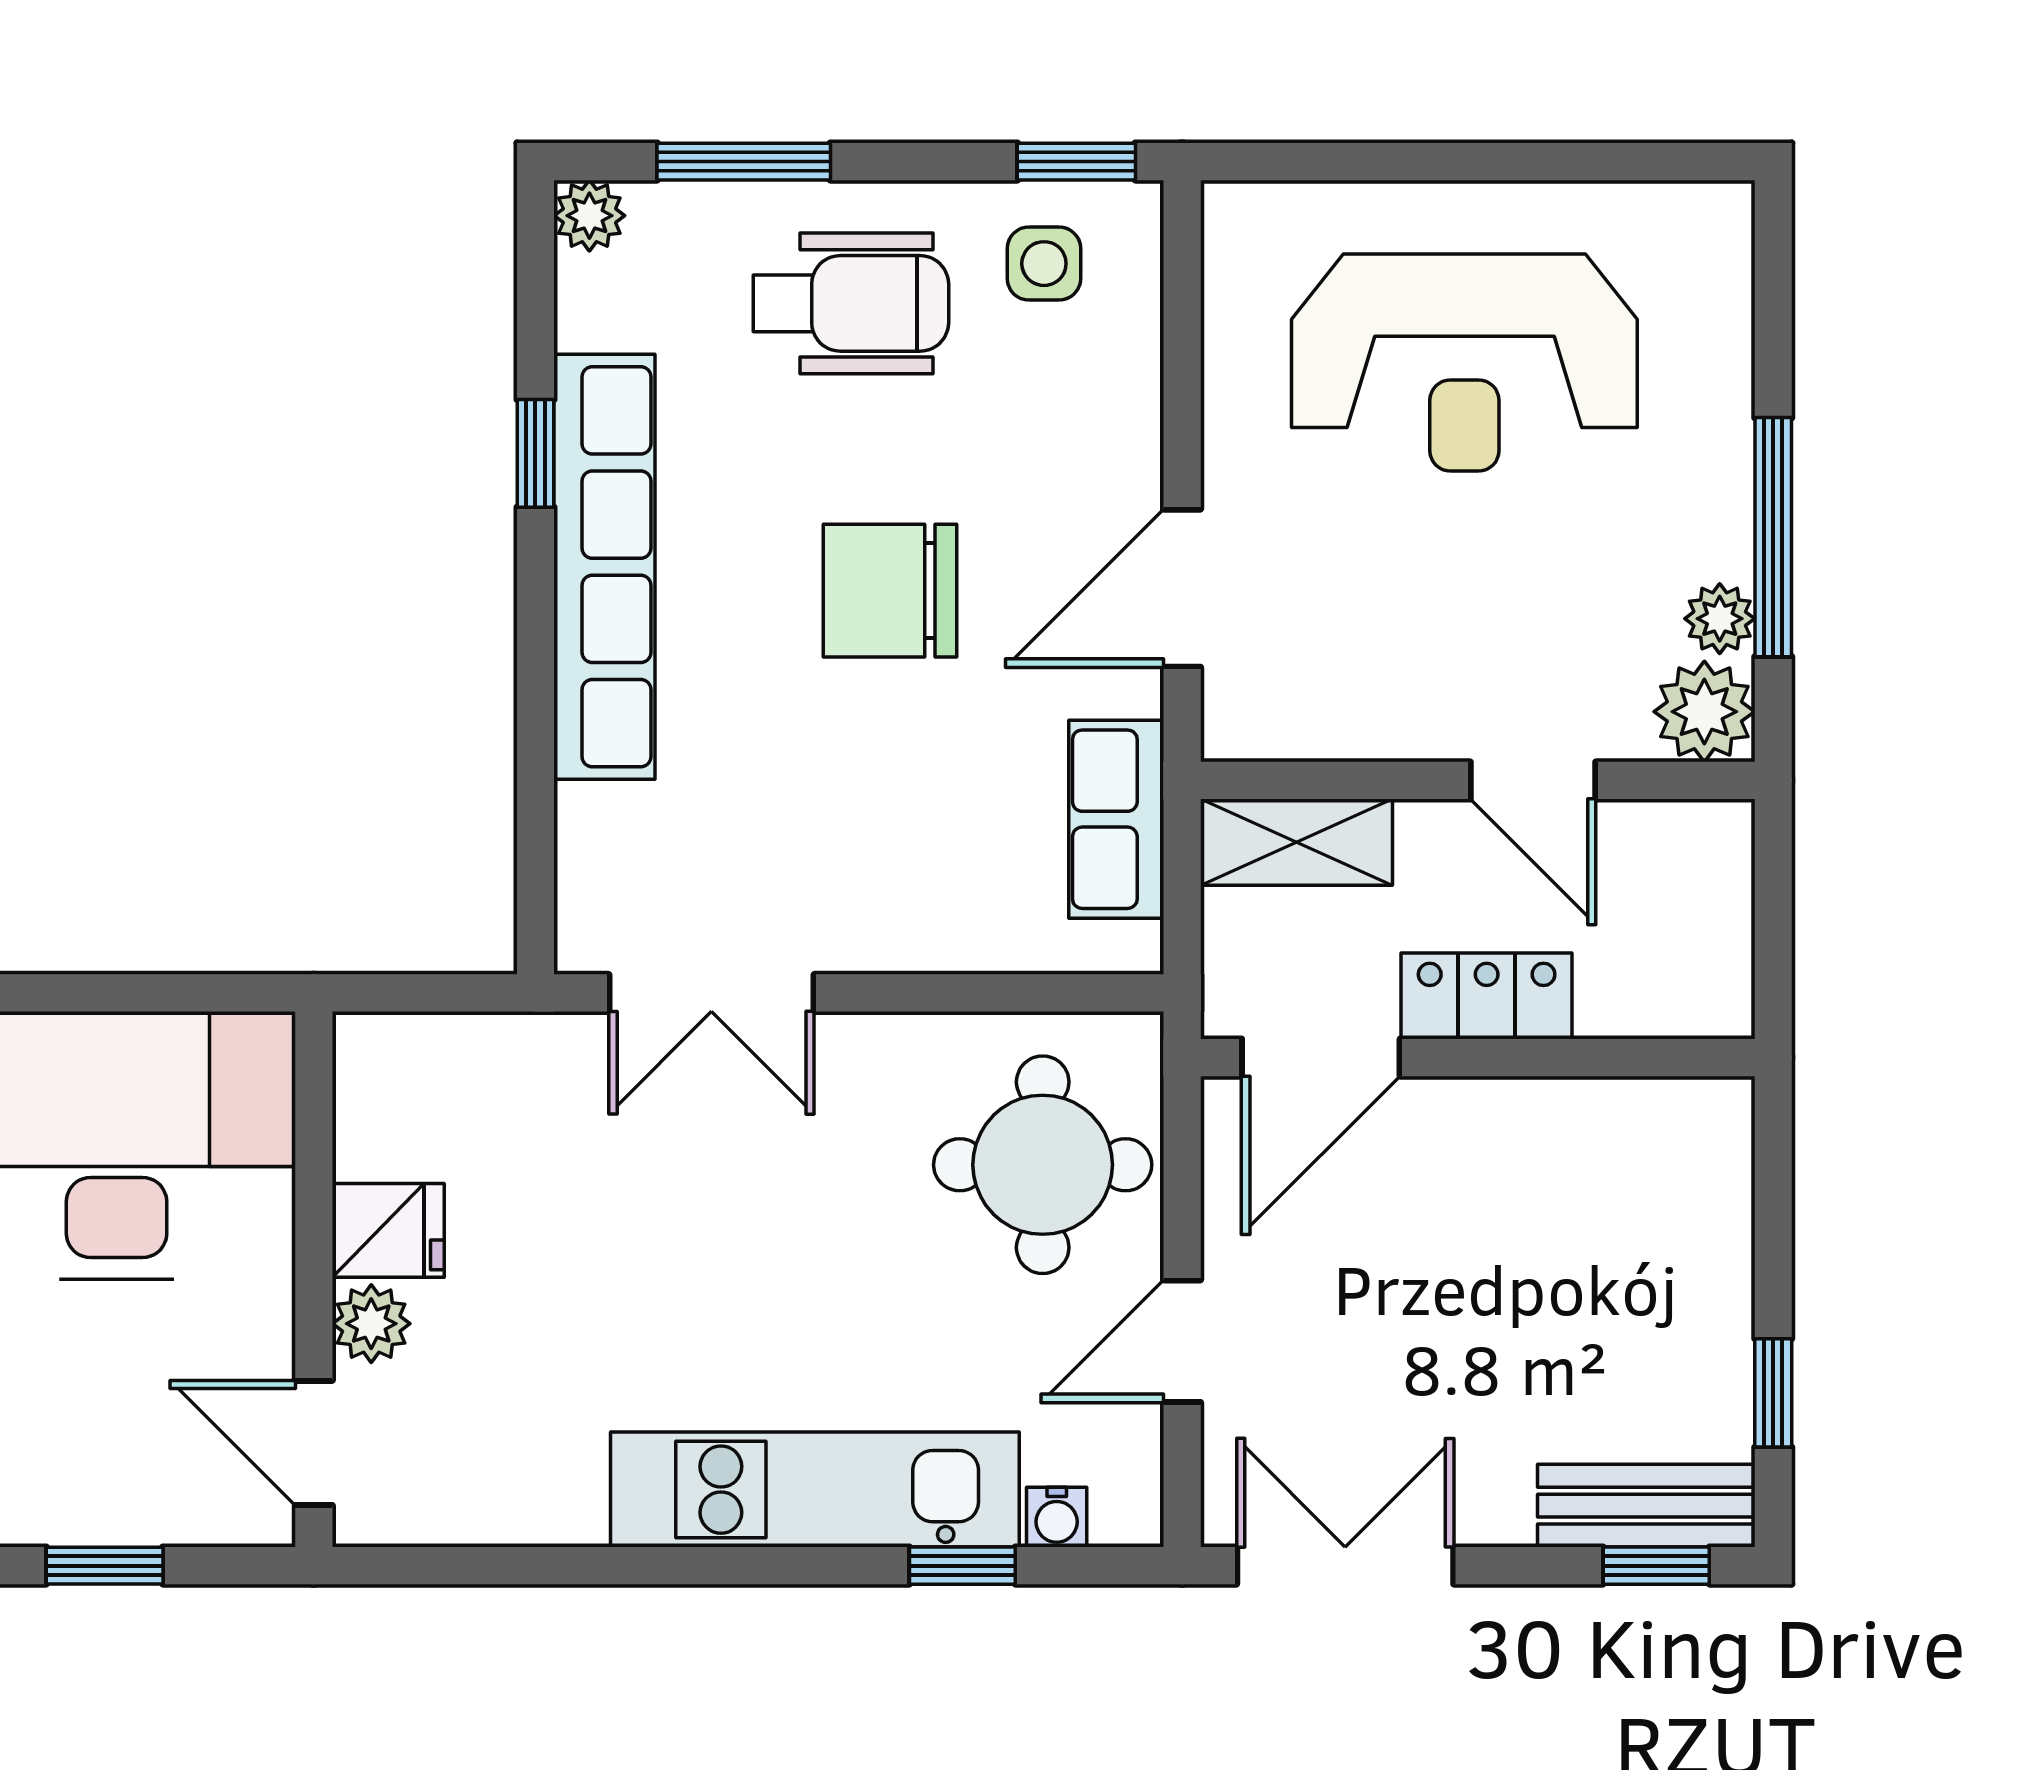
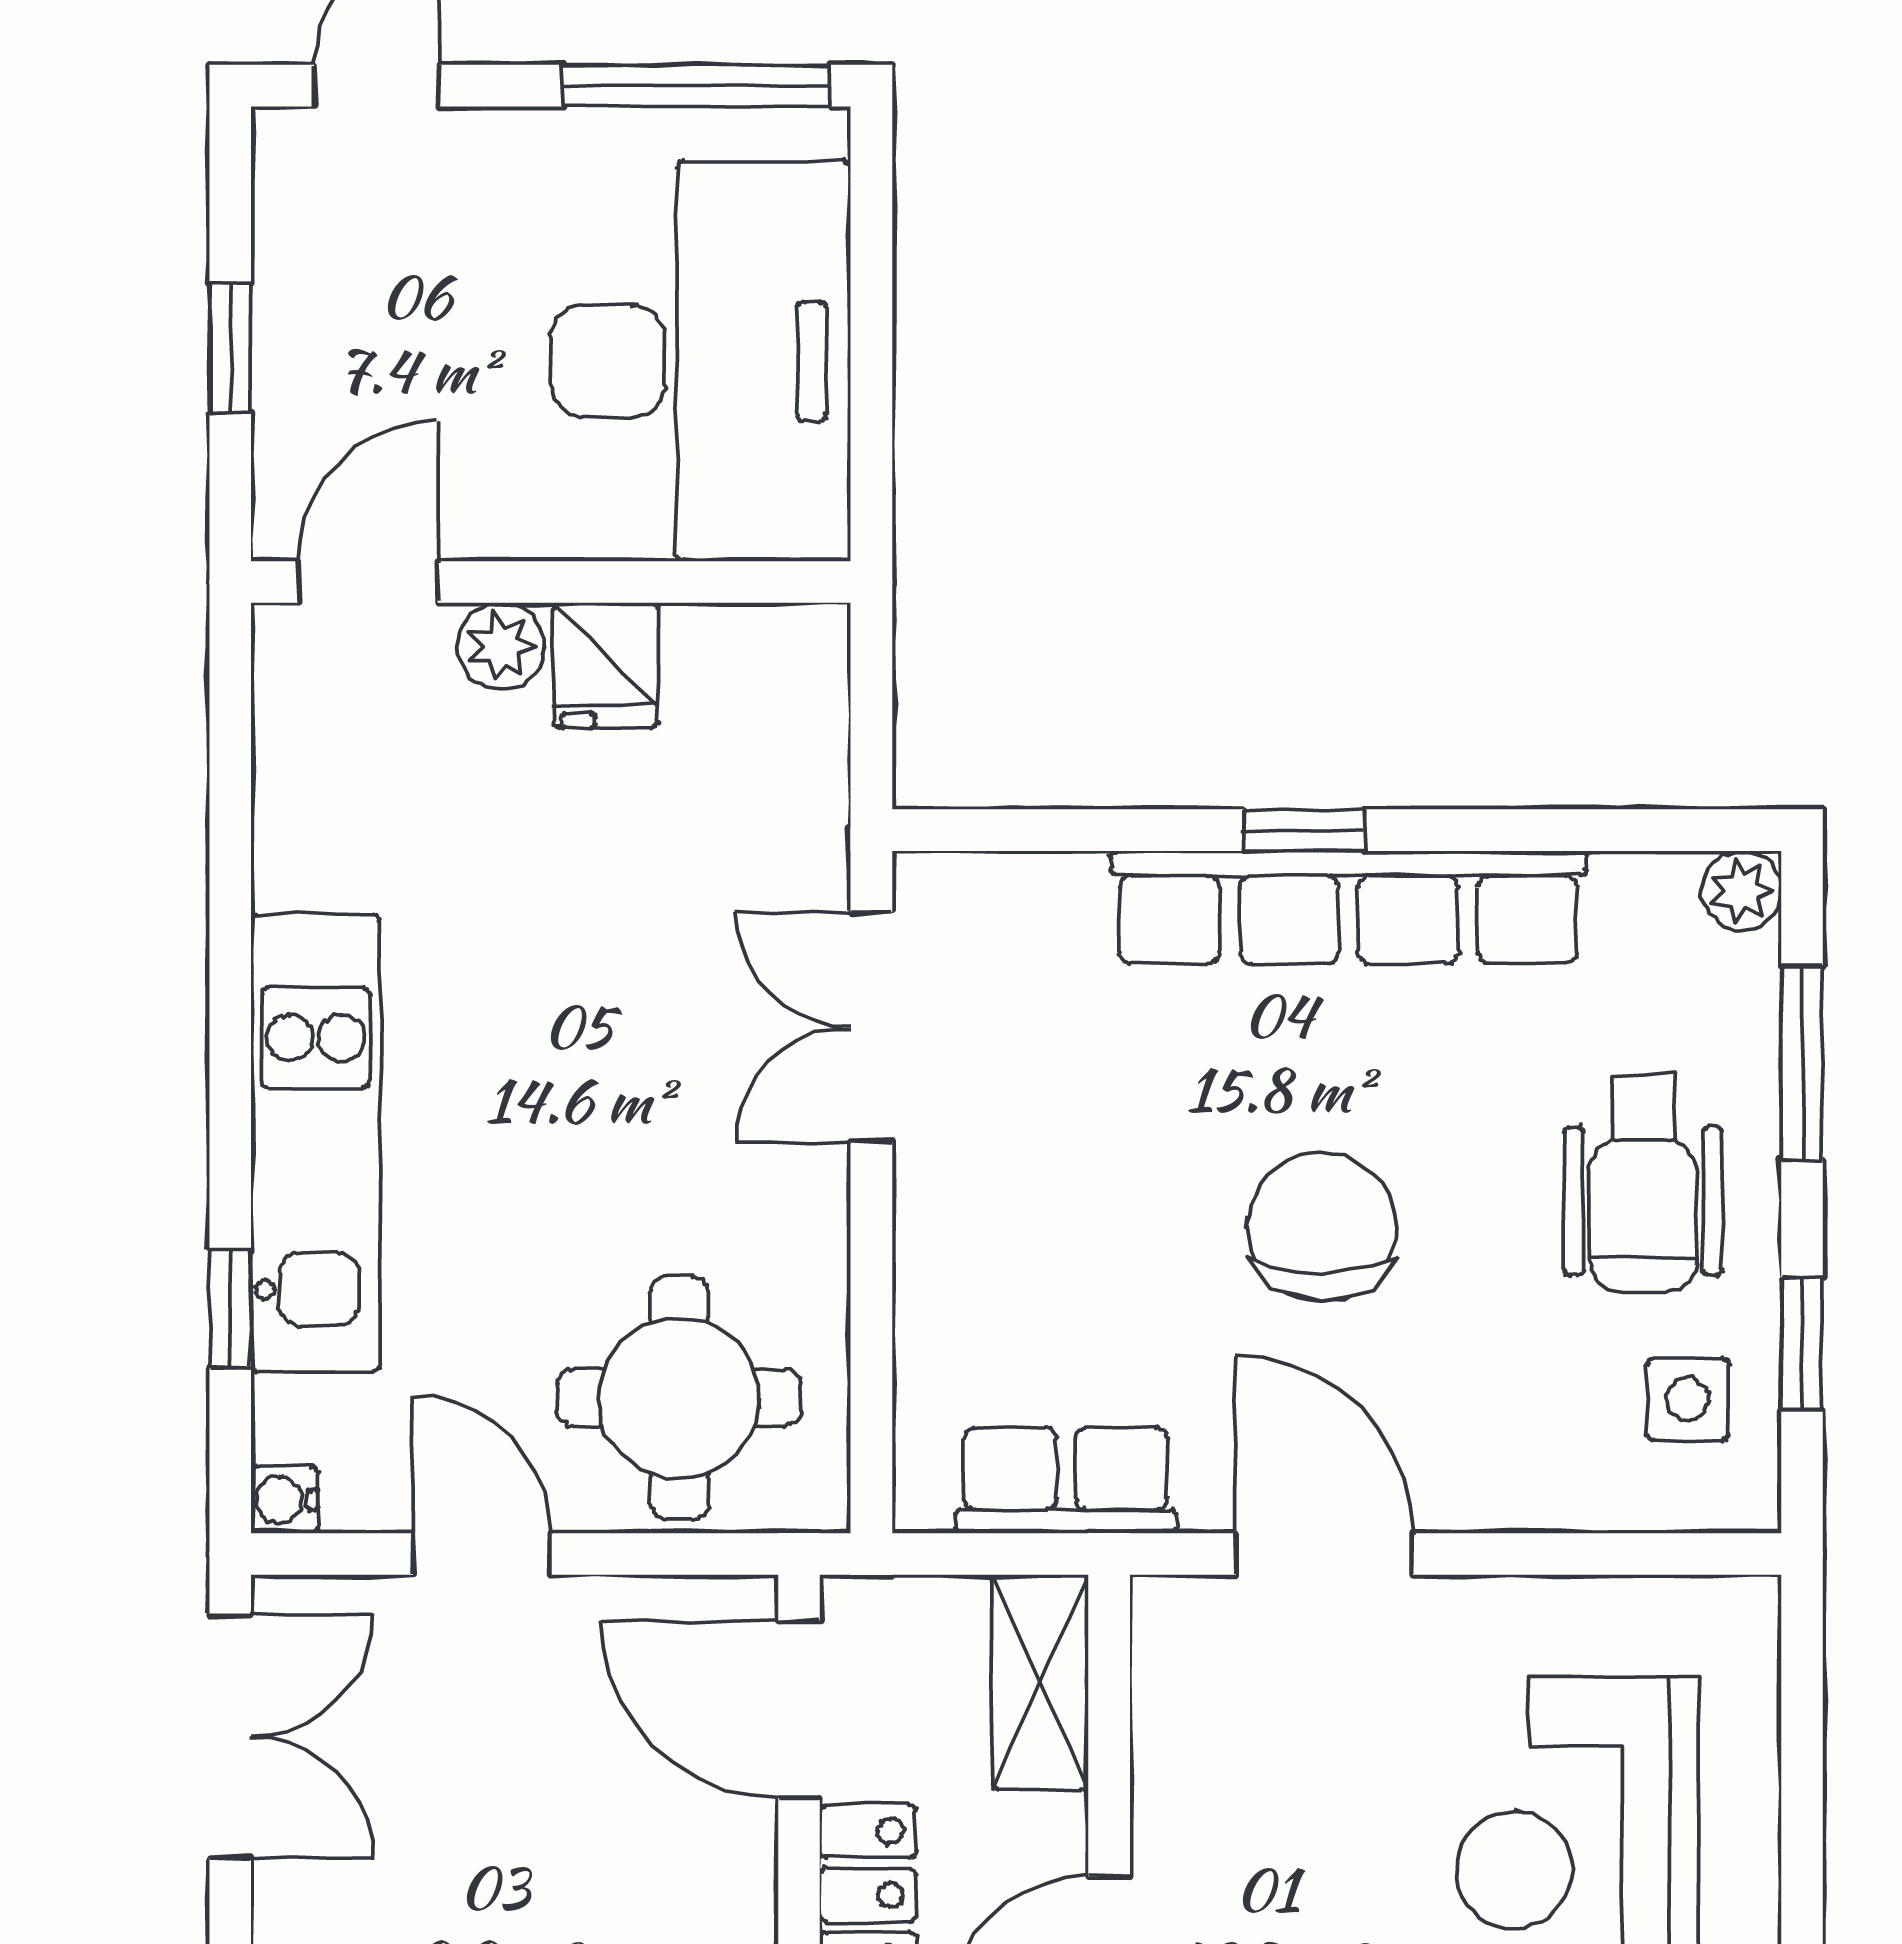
window: (1076, 162) -> (1802, 1344), moved
window: (535, 453) -> (1304, 830), moved
water cooler: (1057, 1517) -> (285, 1500), moved

